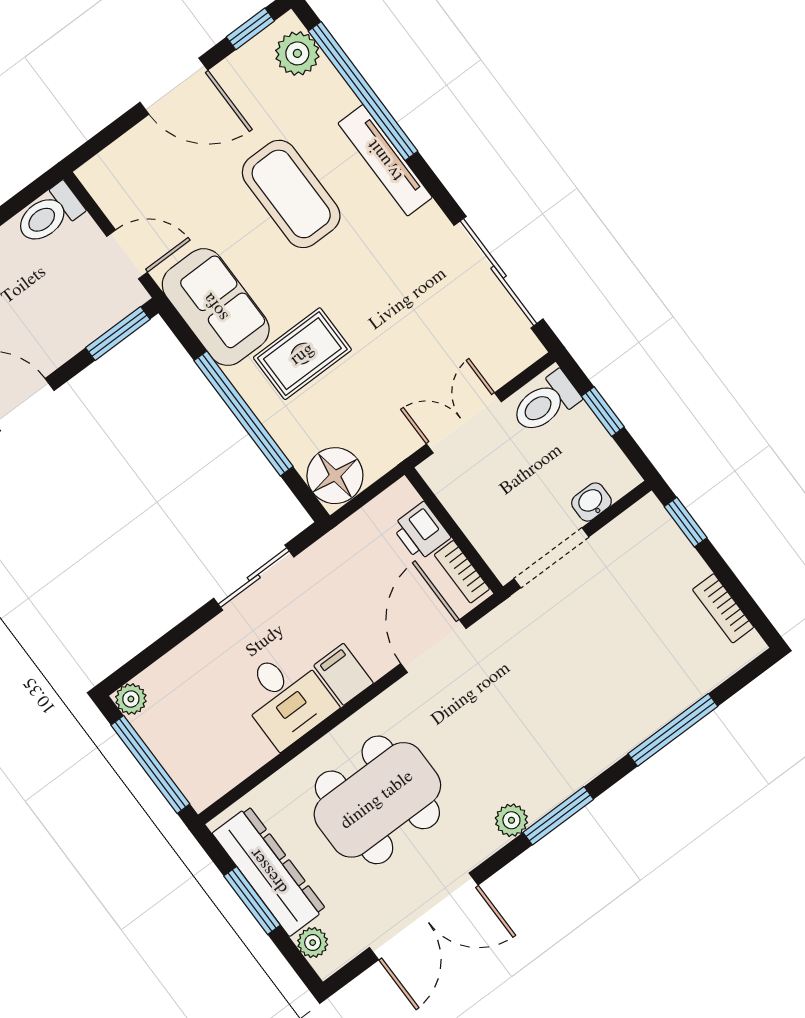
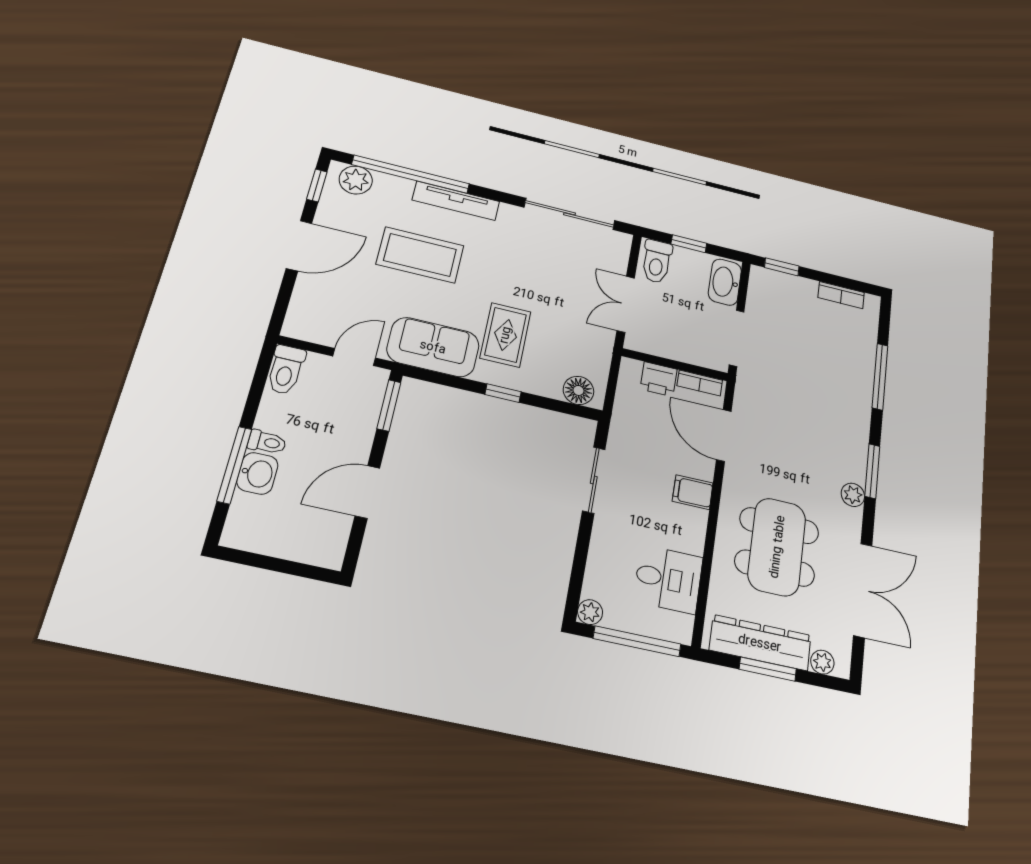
window: (244, 413) -> (503, 393), width x0.32
floor lamp: (335, 476) -> (578, 390), width x0.73, depth x0.73
washbasin: (591, 502) -> (725, 282), width x1.91, depth x1.45
desk: (286, 698) -> (668, 579), moved

